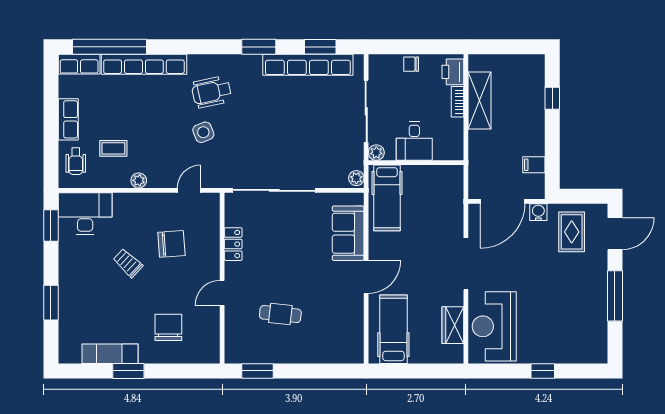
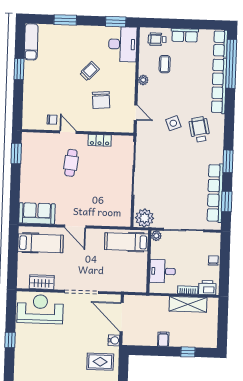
desk: (414, 141) -> (163, 271), moved
filing cabinet: (534, 165) -> (163, 339), moved
plant: (356, 178) -> (145, 218), width x1.88, depth x1.88
sofa: (348, 233) -> (37, 213), moved
cafe table: (280, 314) -> (71, 163), moved
chair: (168, 327) -> (52, 120), moved, width x0.54, depth x0.54
exam couch: (110, 354) -> (31, 42), moved

